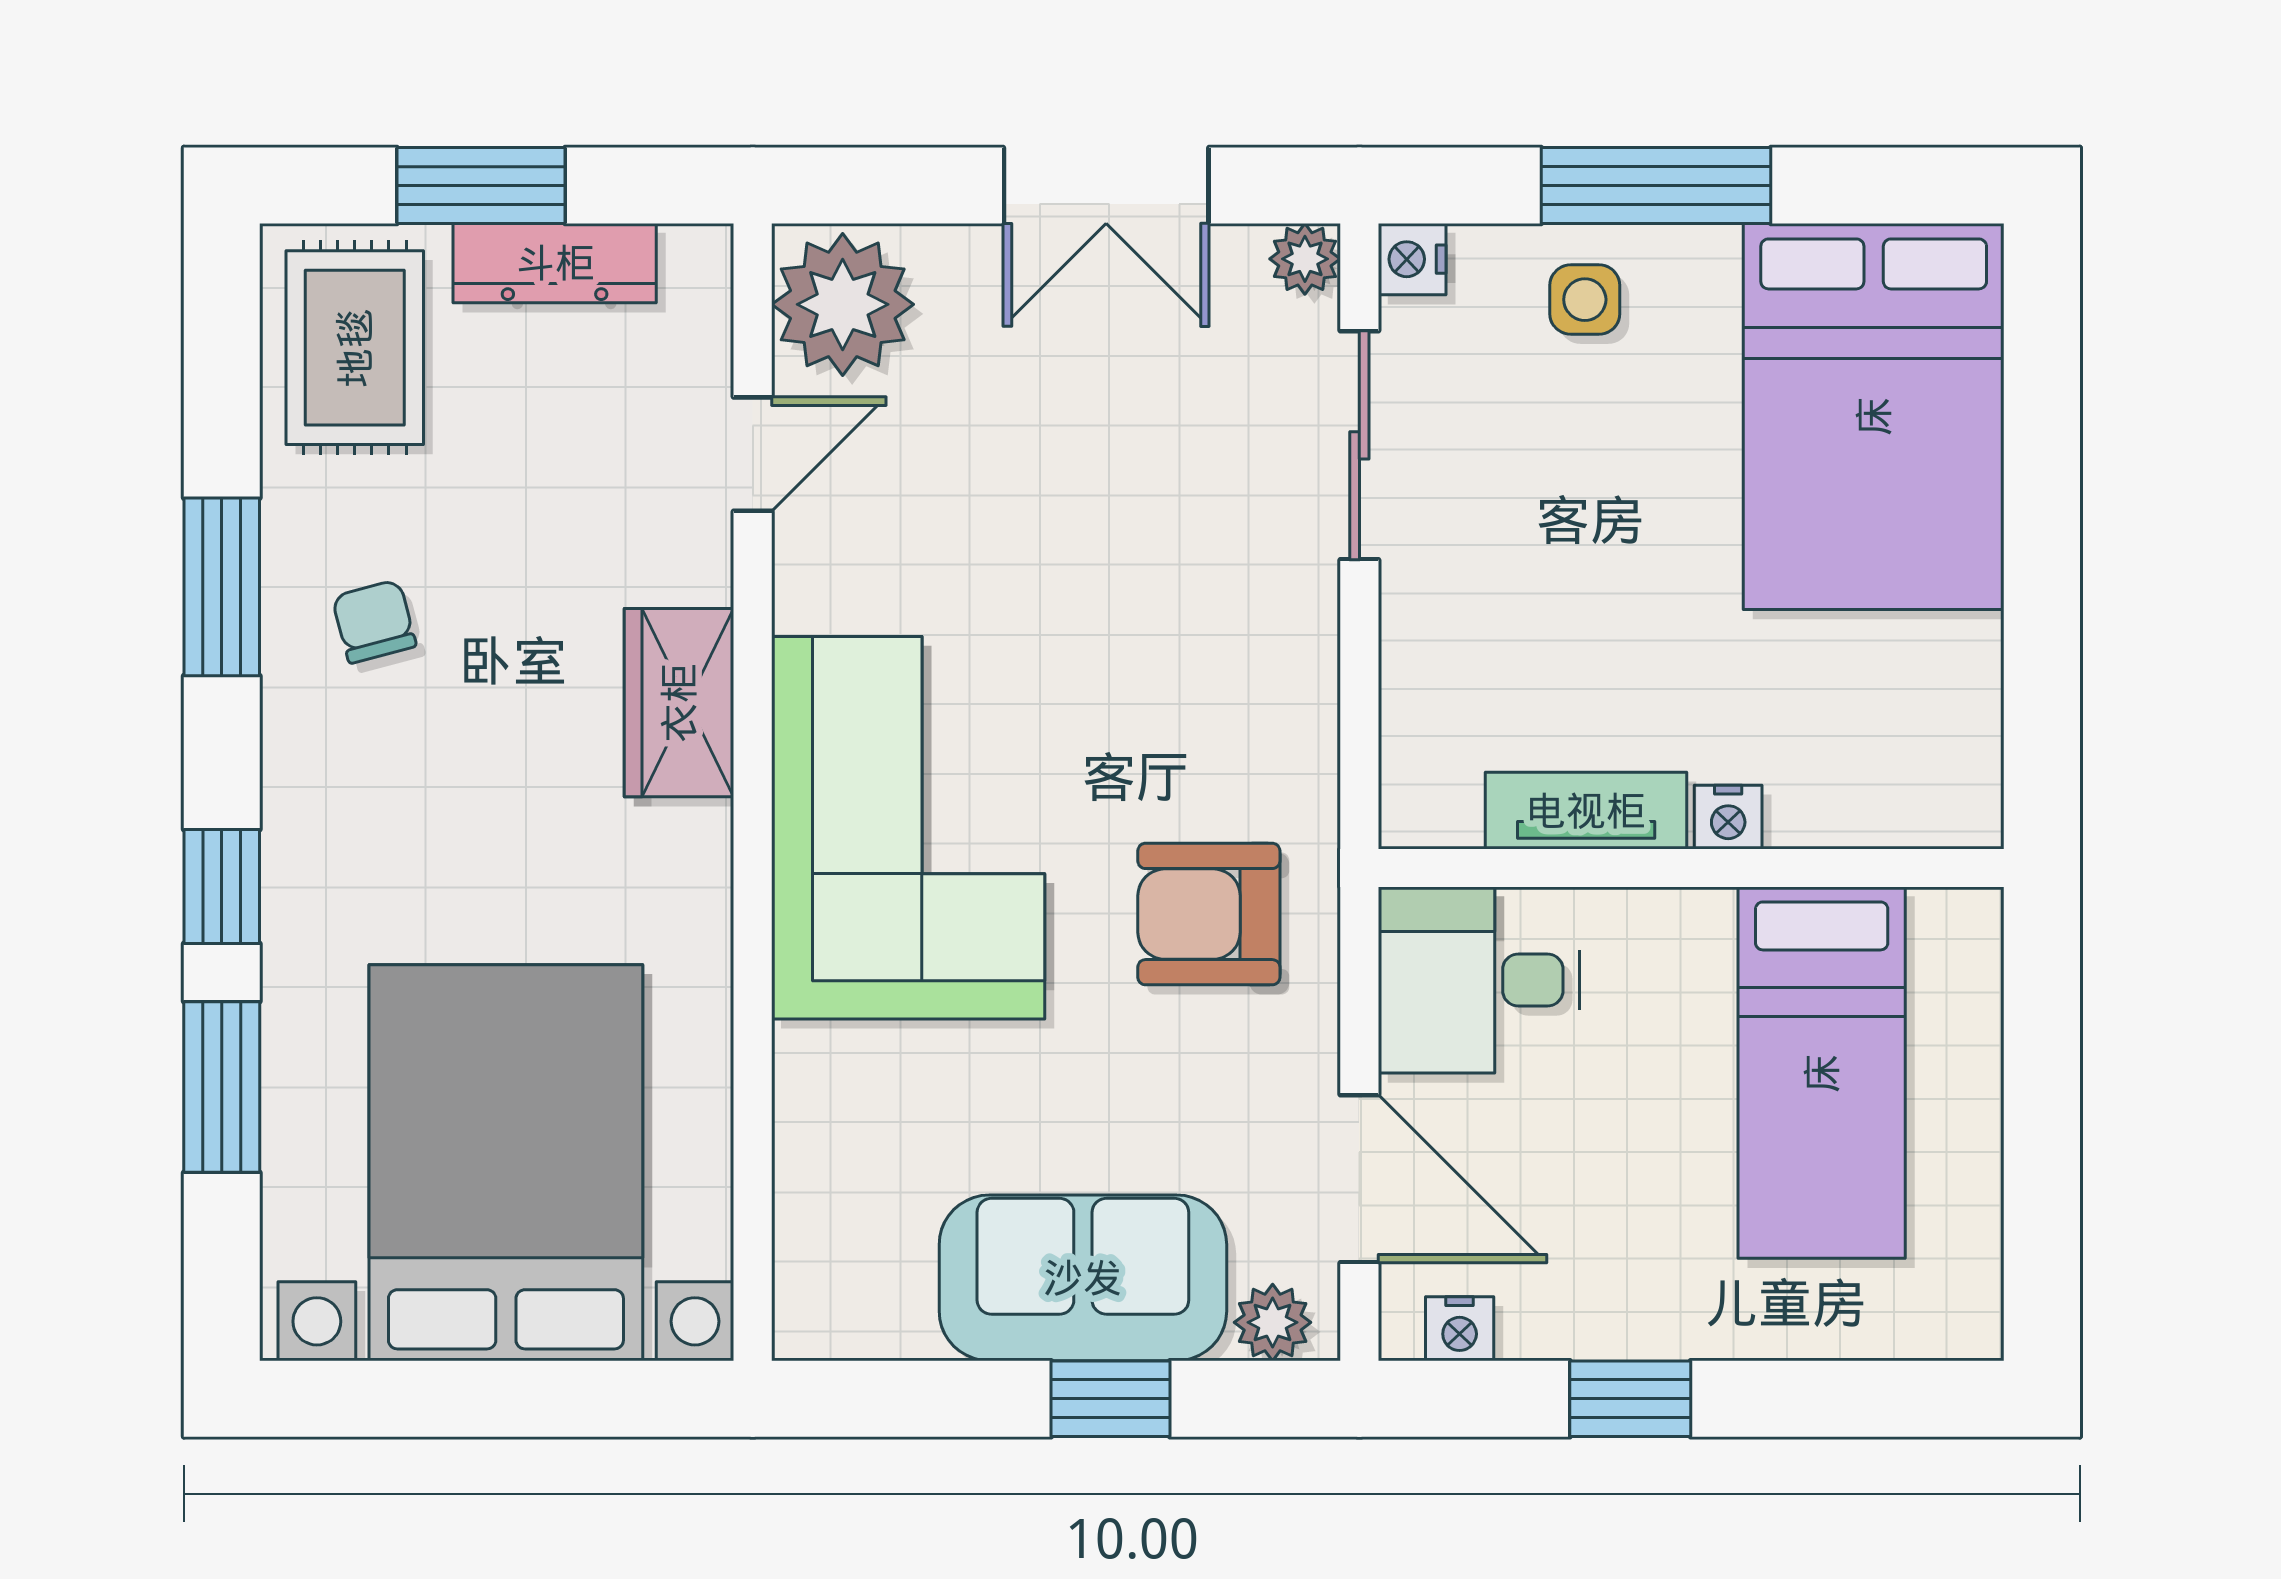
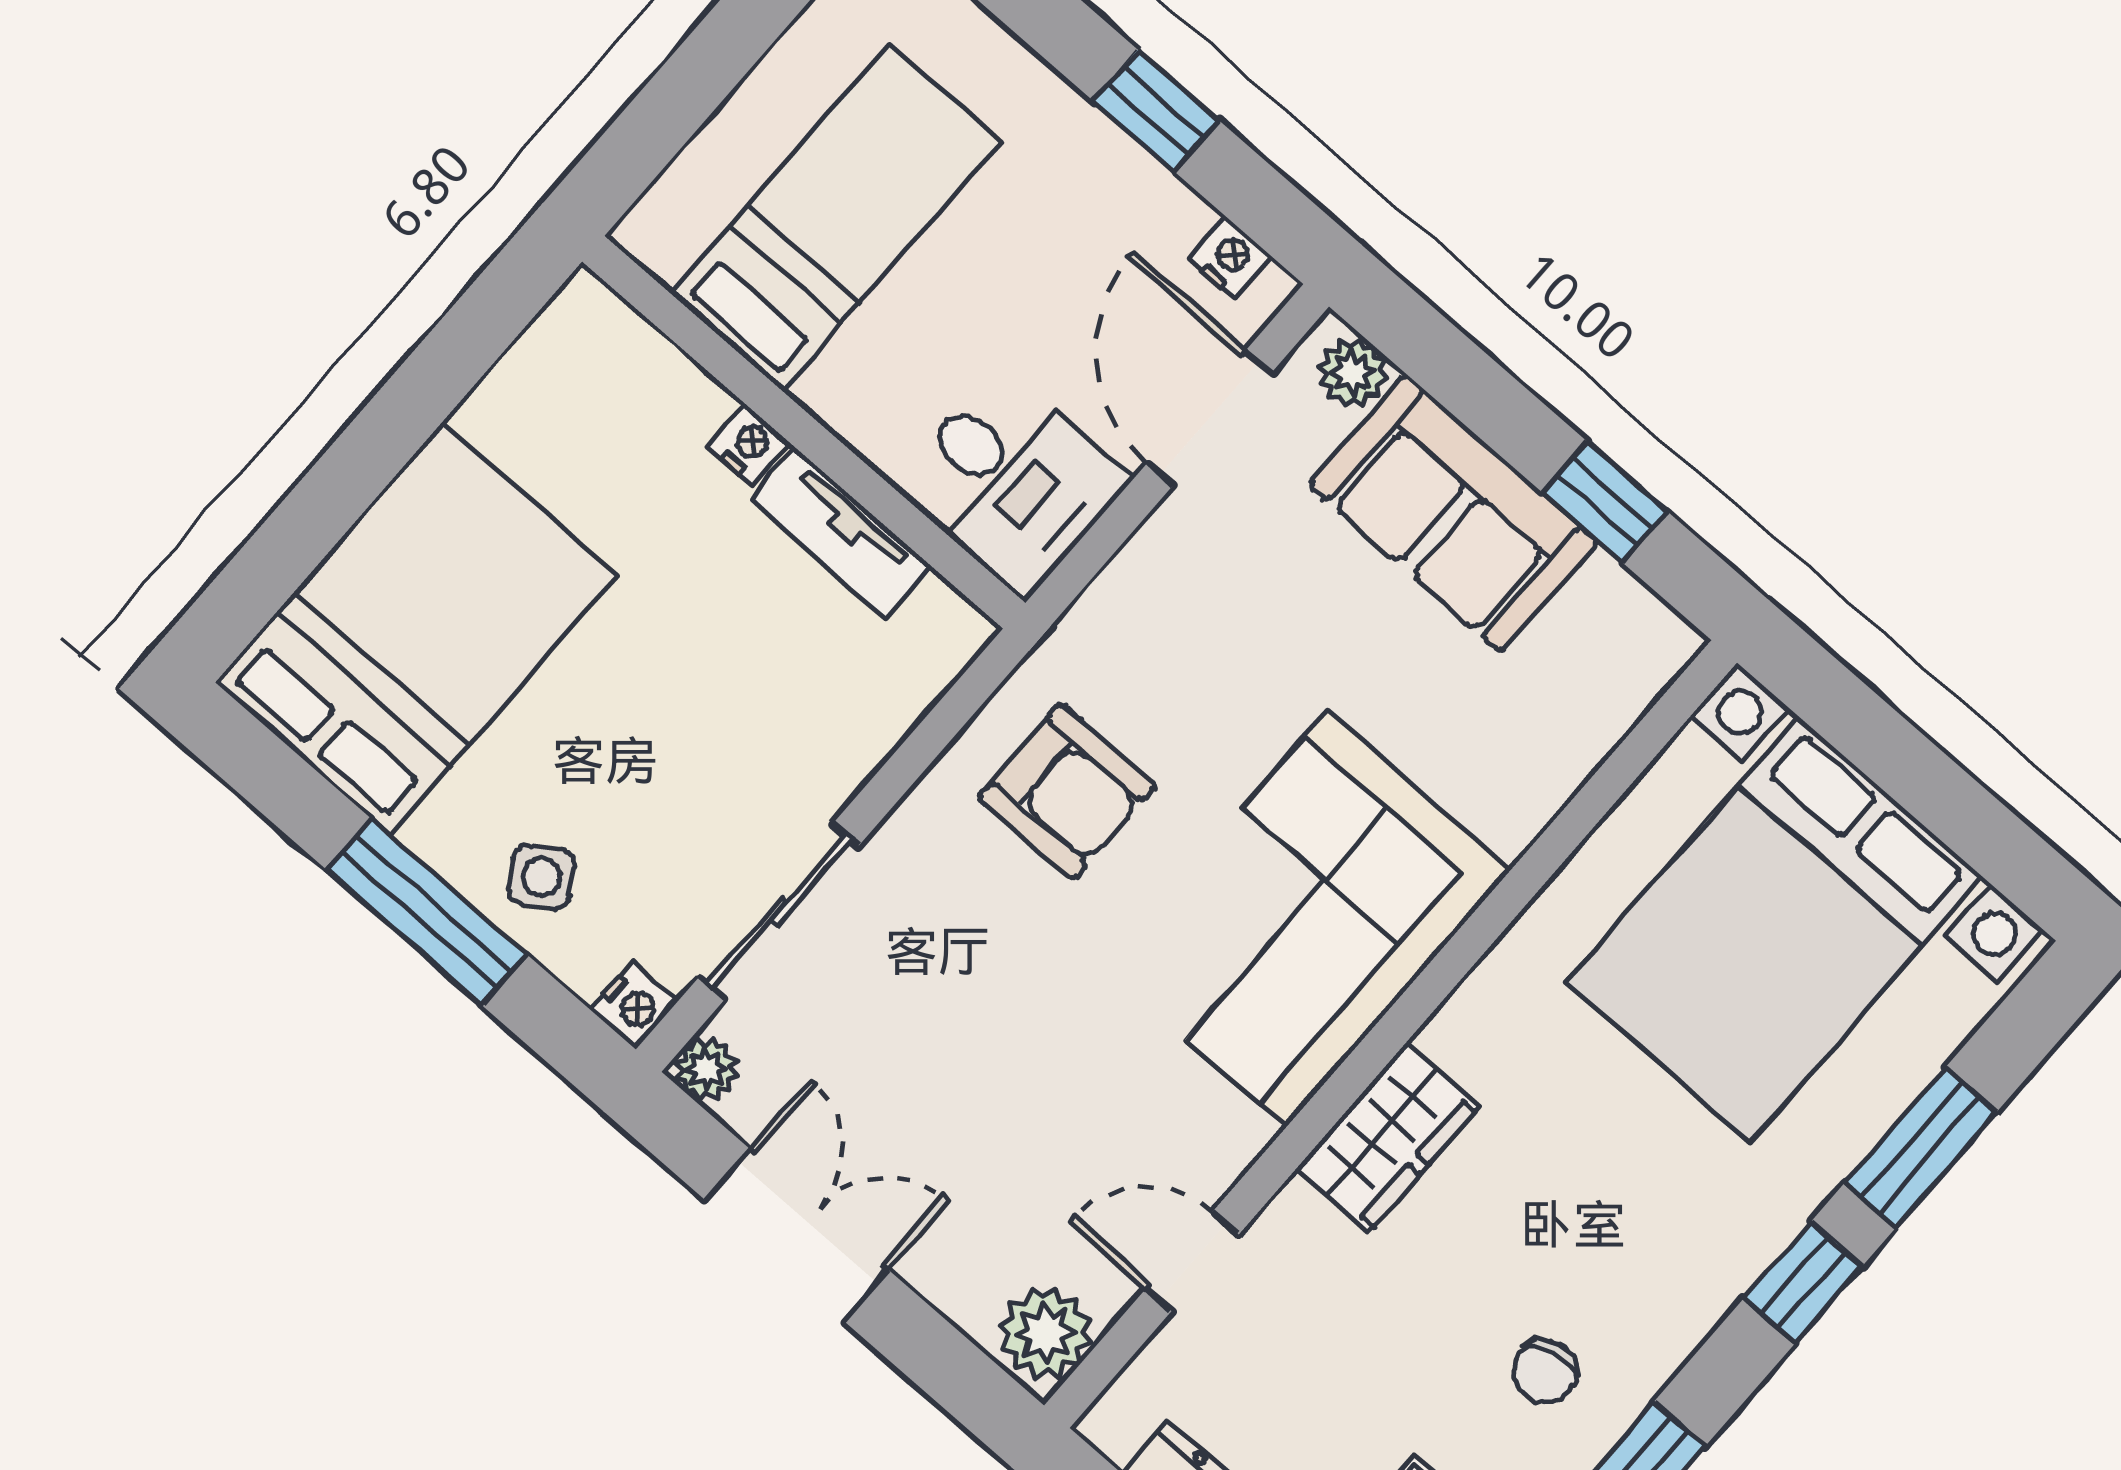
side table: (1585, 300) -> (542, 877), turned -33
plant: (843, 304) -> (1045, 1333), width x0.73, depth x0.73
armchair: (1209, 914) -> (1067, 792), moved
window: (1110, 1399) -> (1605, 502), moved

